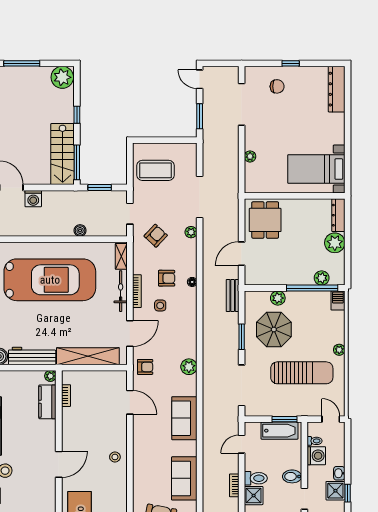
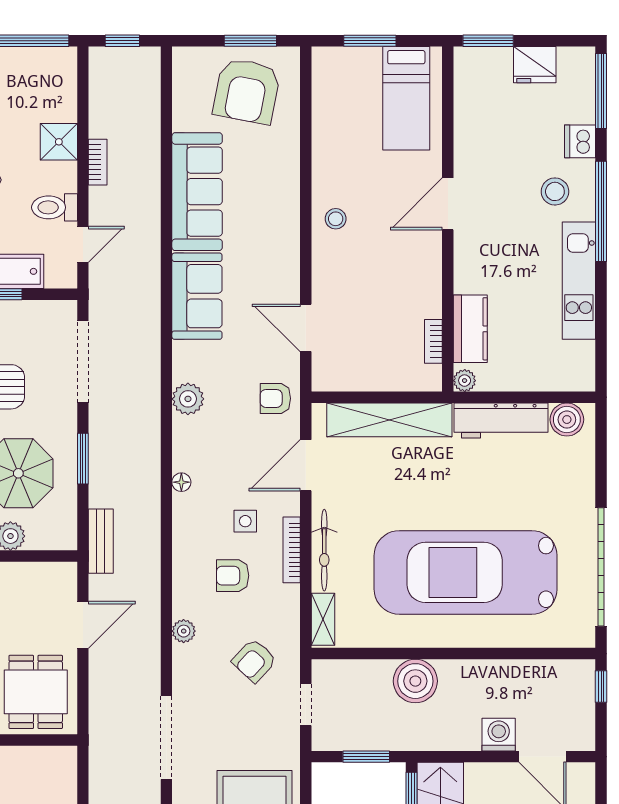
boiler: (80, 230) -> (415, 681), width x1.86, depth x1.86
plant: (191, 232) -> (184, 631), moved
floor lamp: (192, 282) -> (181, 482), moved
sofa: (184, 478) -> (197, 192), width x1.36
toilet: (256, 478) -> (55, 207), moved

